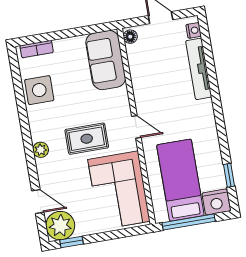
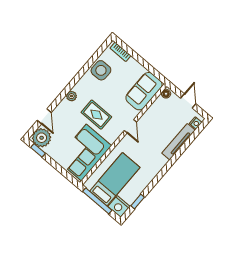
door: (136, 127) -> (130, 126), moved

